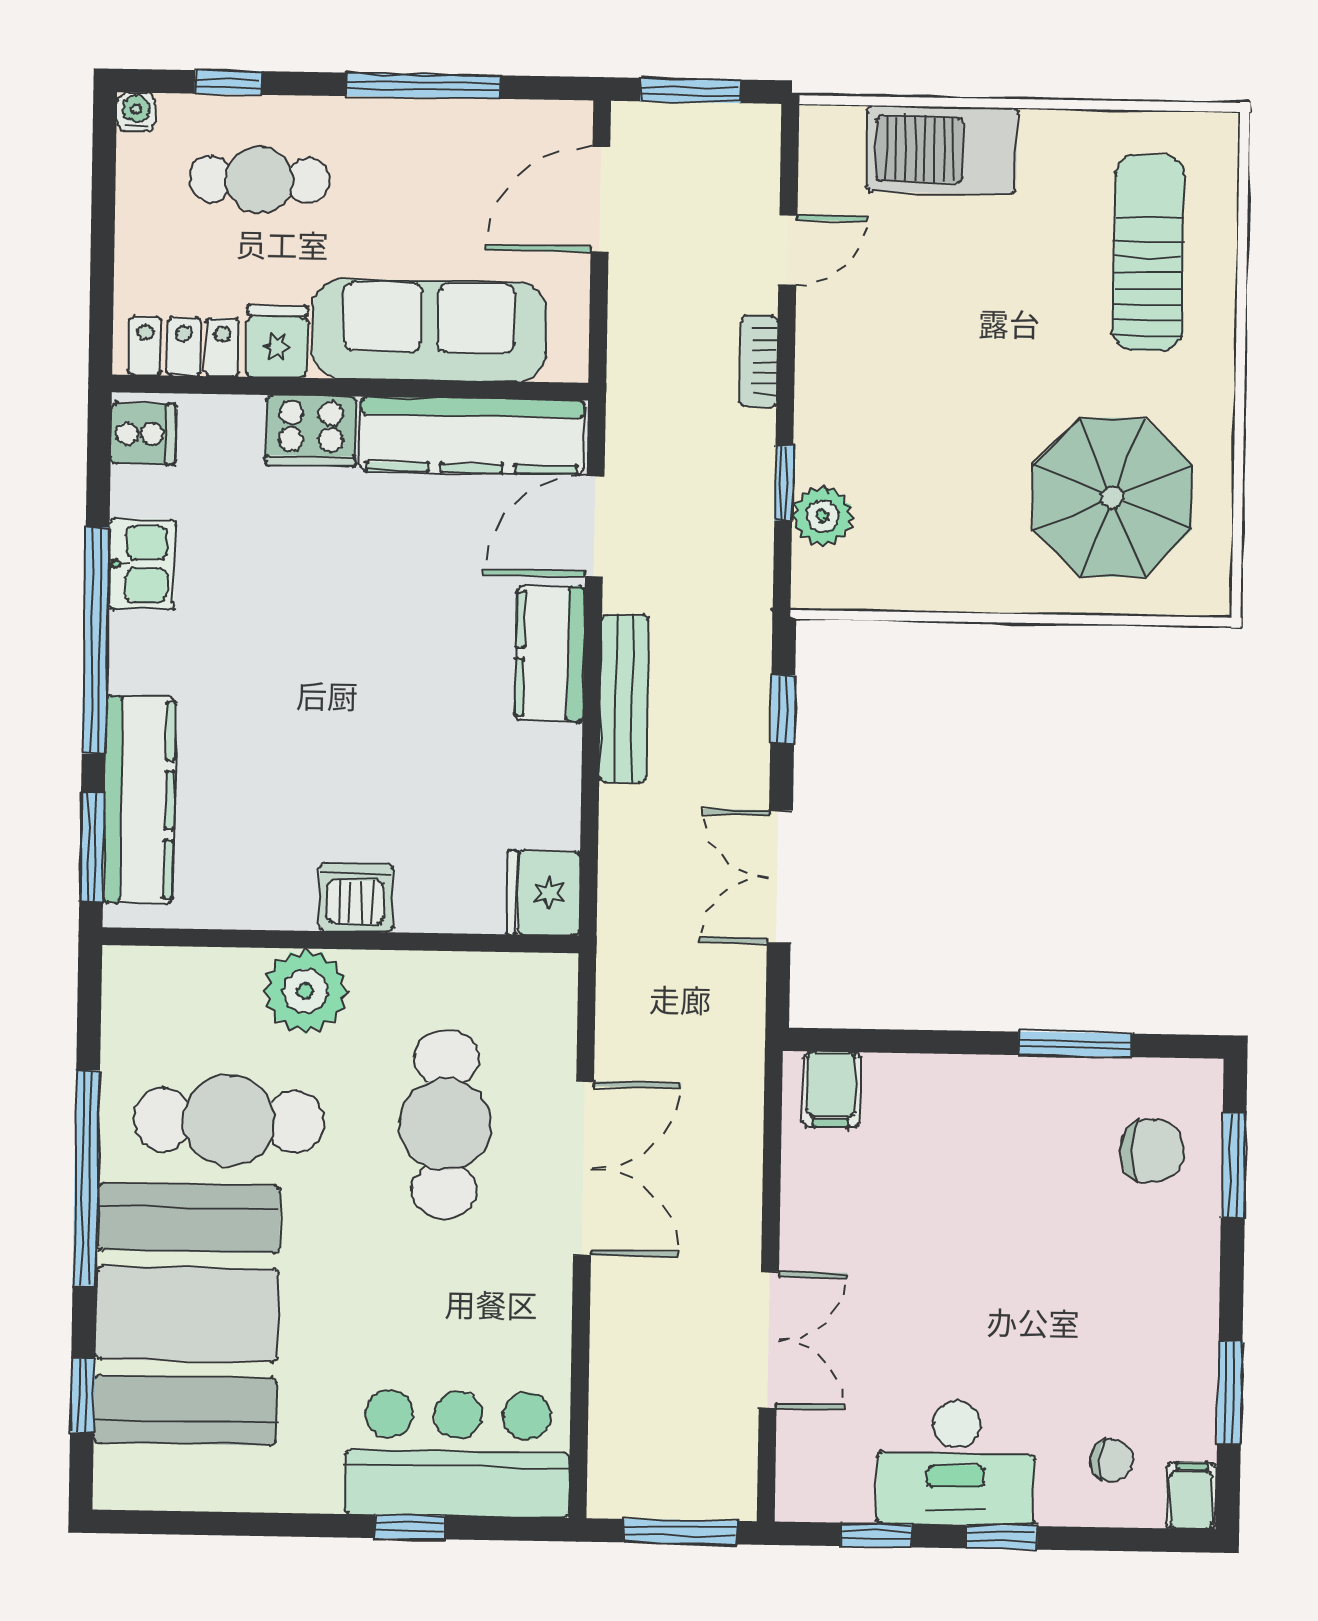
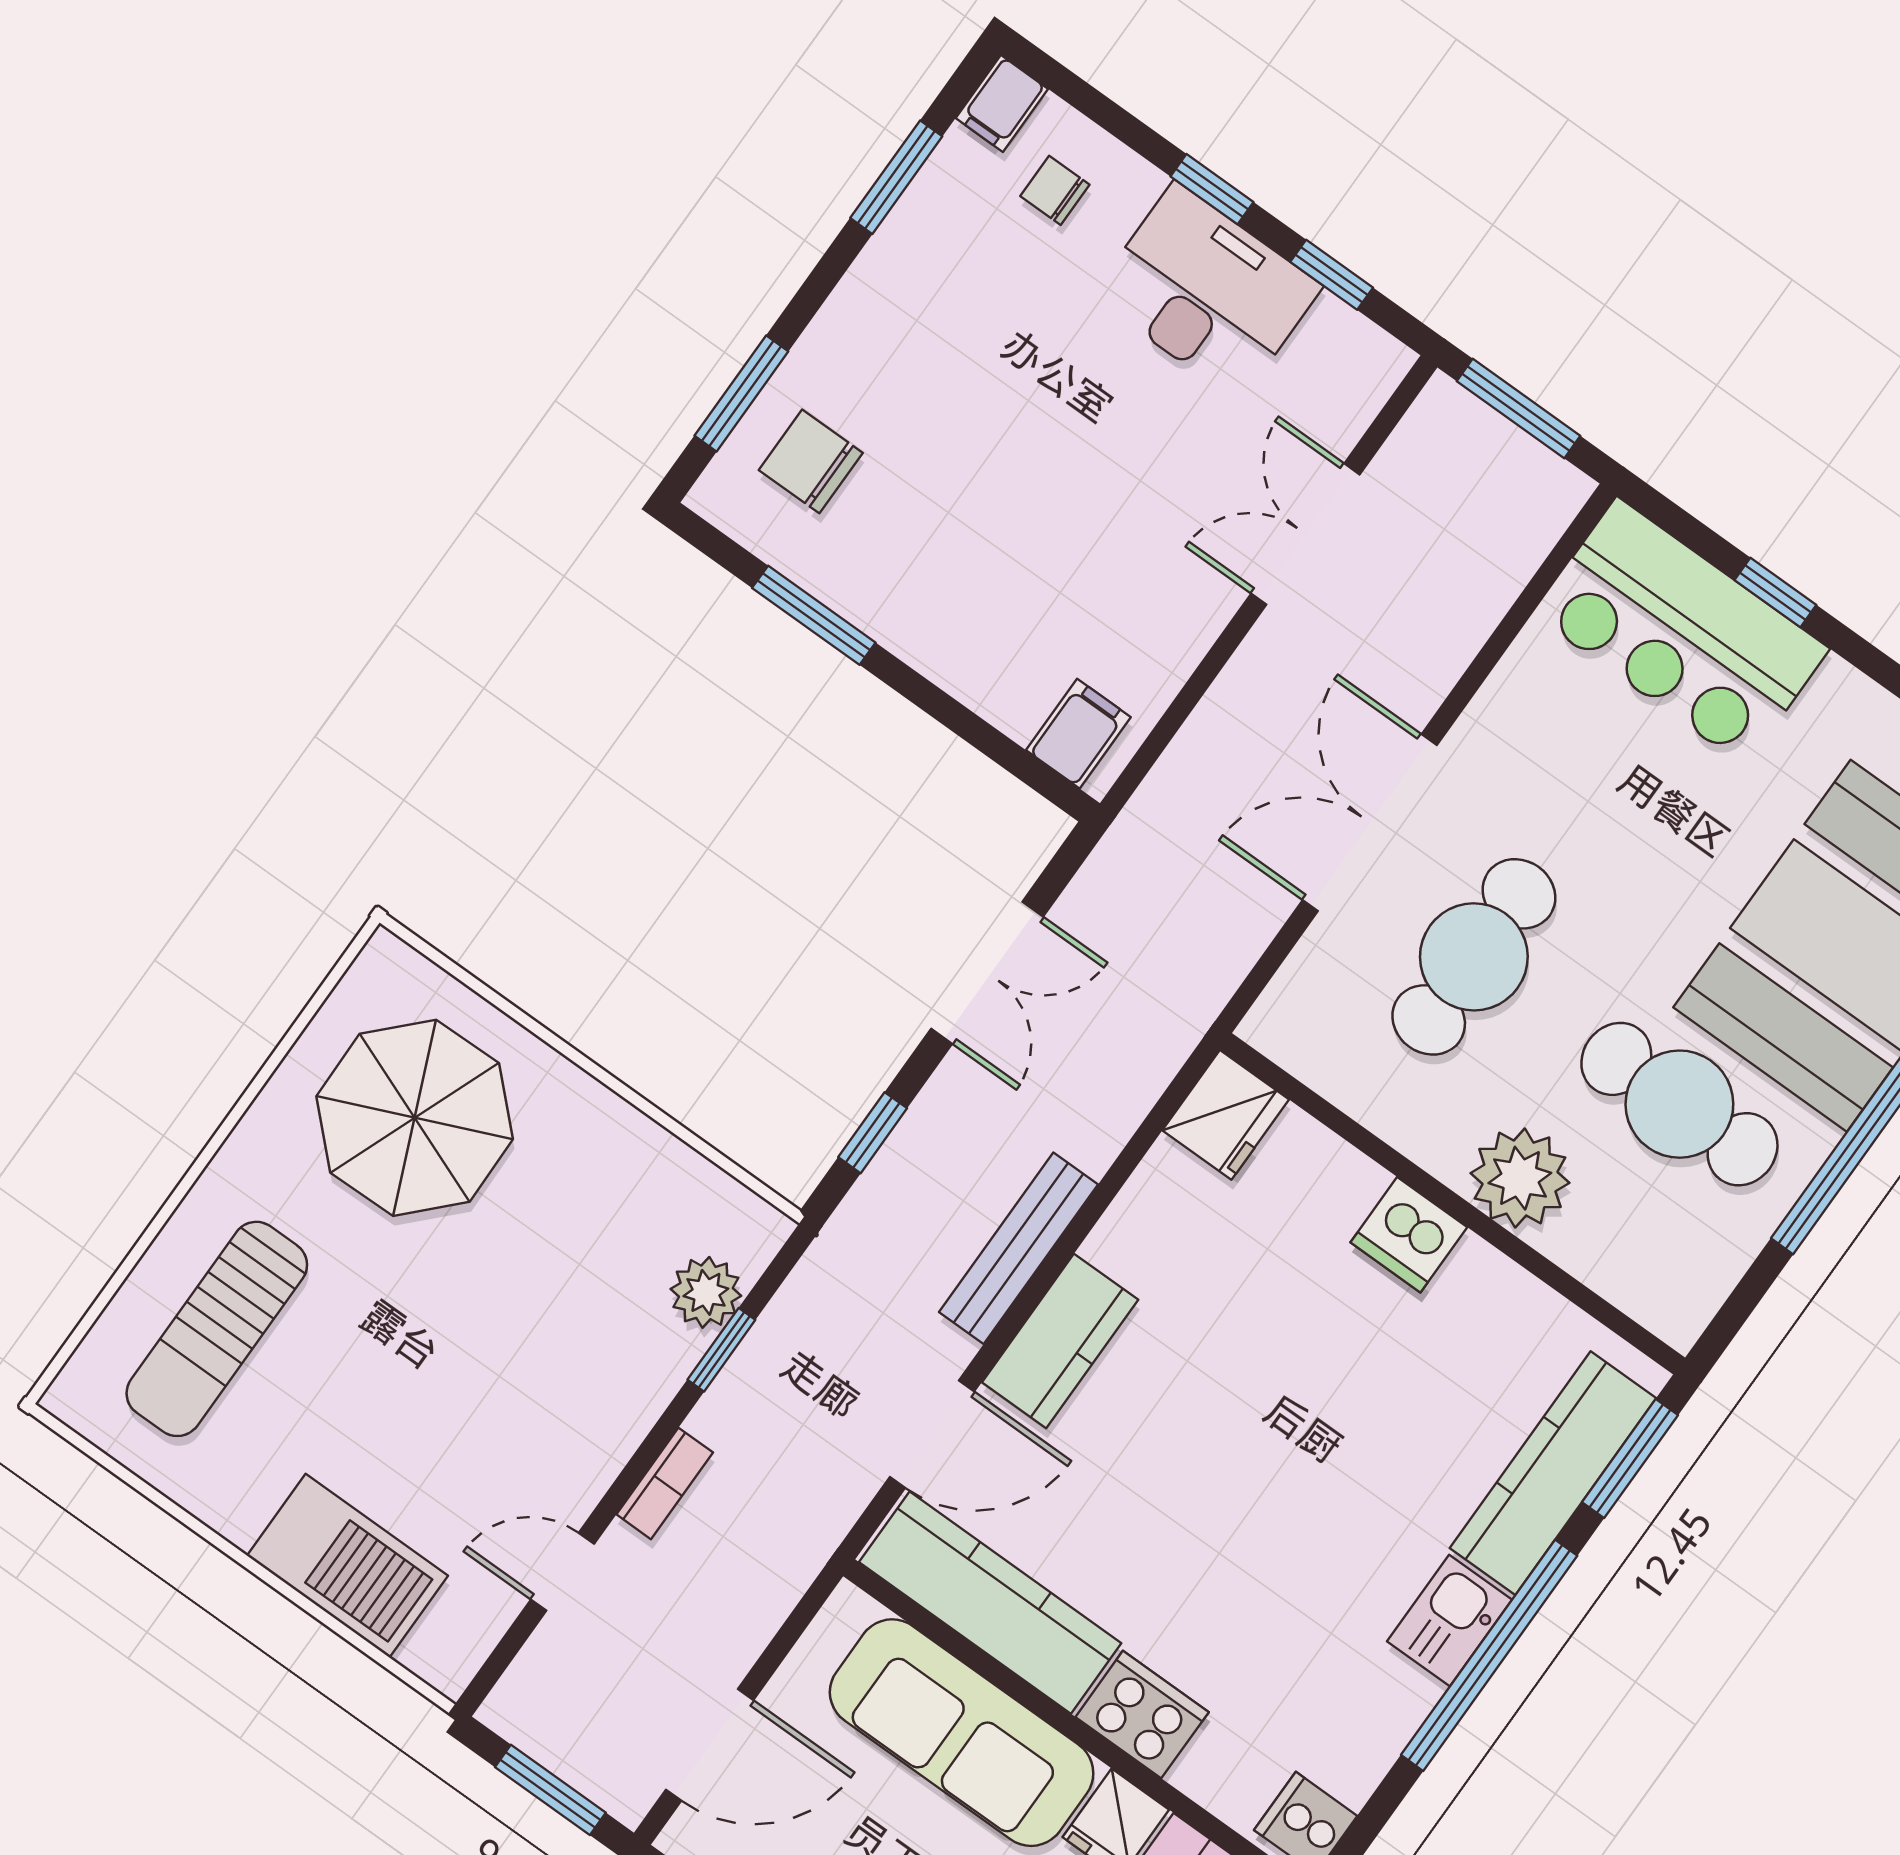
kitchen sink: (142, 564) -> (1450, 1620), moved

